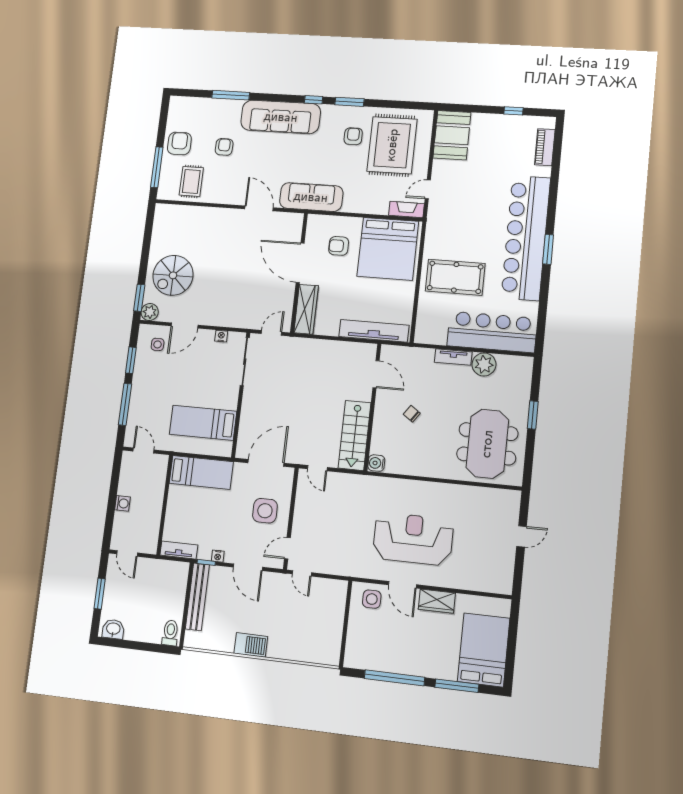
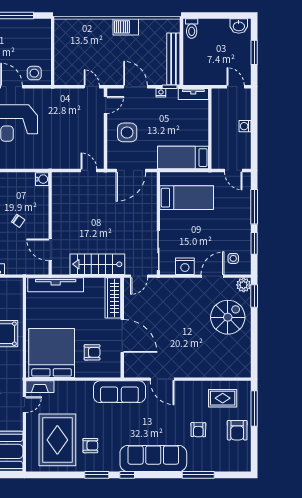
armchair: (353, 136) -> (90, 446), turned -90
rug: (191, 181) -> (223, 398), turned 90
nightstand: (221, 336) -> (185, 266), width x1.89, depth x1.79
stairs: (355, 435) -> (97, 264), moved, turned -90

